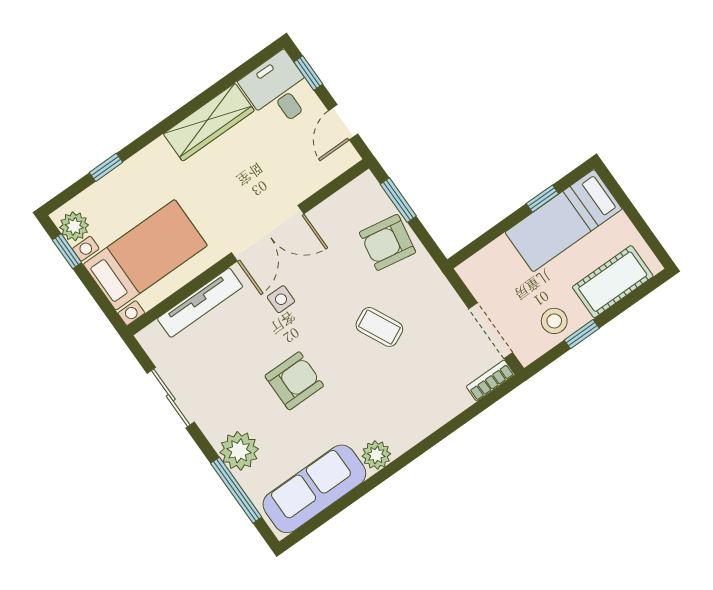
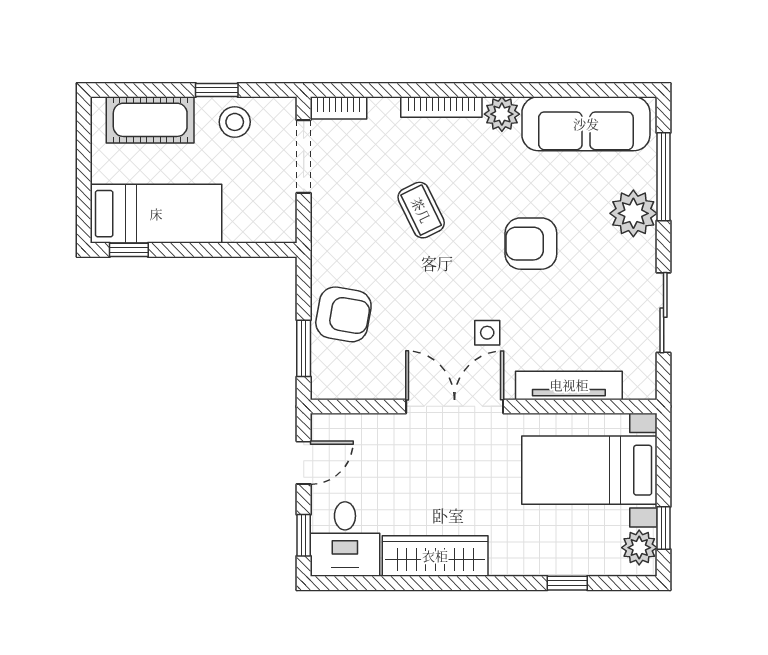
window: (542, 199) -> (129, 250), moved
coffee table: (379, 327) -> (421, 210), moved
bookcase: (421, 431) -> (441, 107), added

